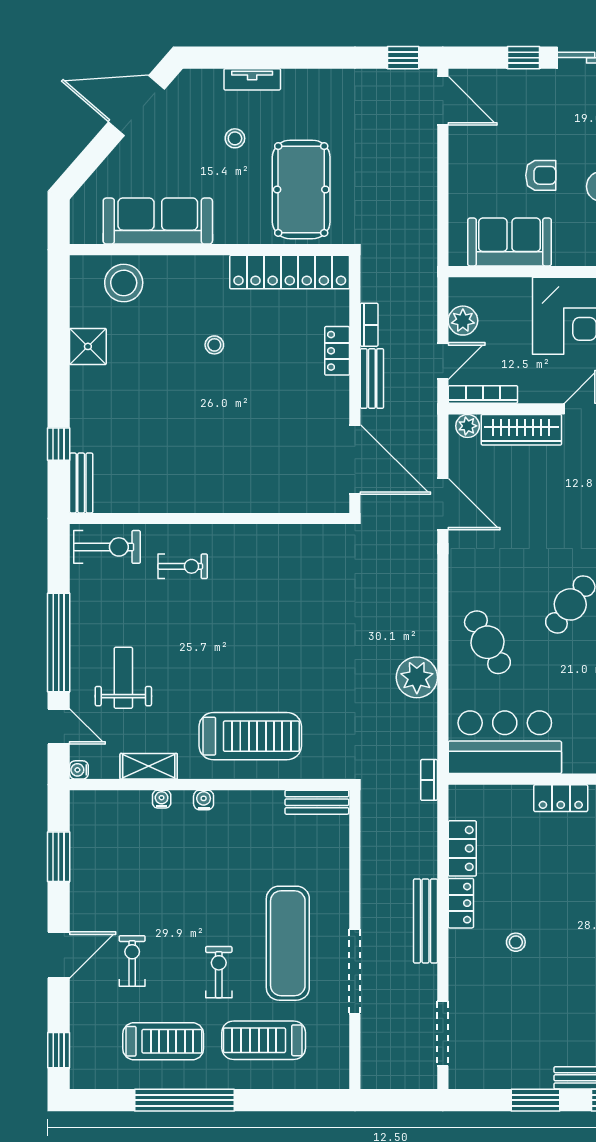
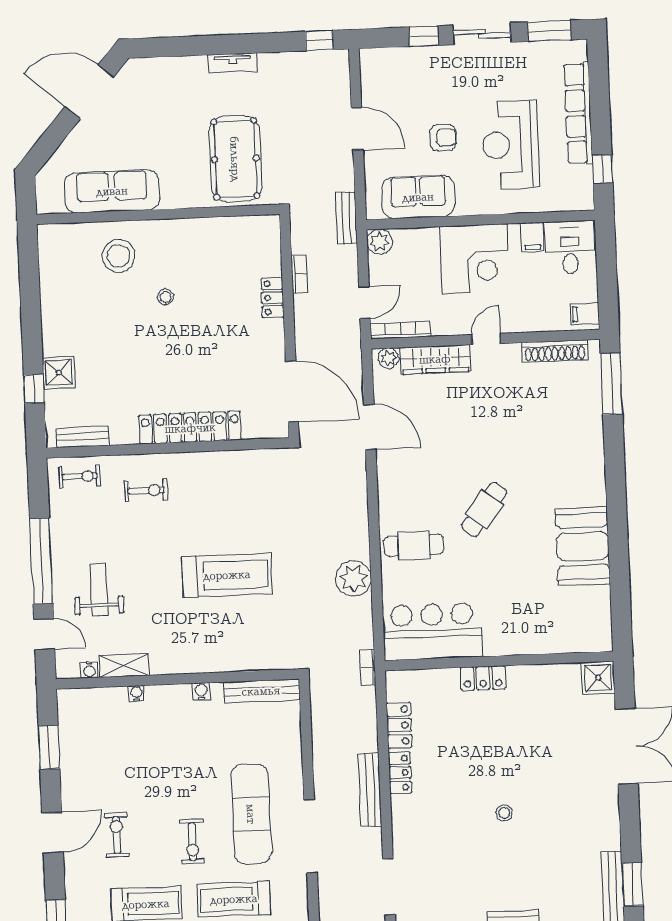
tv unit: (252, 79) -> (233, 63), moved
door: (443, 101) -> (357, 129), moved
stool: (235, 138) -> (176, 117), removed
locker: (290, 272) -> (190, 428), moved, turned 180
stool: (124, 283) -> (118, 256), moved
plant: (463, 321) -> (380, 242), moved
shower: (88, 346) -> (59, 373), moved
bench: (372, 379) -> (346, 218), moved
bench: (81, 483) -> (83, 437), moved, turned 90
exercise bike: (107, 547) -> (80, 476), width x0.73, depth x0.72
cafe table: (487, 642) -> (414, 545), turned -61
treadmill: (250, 736) -> (227, 575), moved
water cooler: (79, 770) -> (89, 670), moved, turned -90
water cooler: (204, 800) -> (201, 691), moved
bench: (317, 802) -> (261, 691), width x1.36
stool: (516, 942) -> (504, 813), moved
exercise bike: (219, 972) -> (192, 842), turned 180

